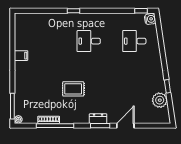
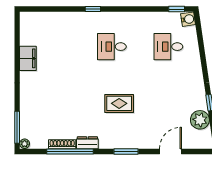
filing cabinet: (21, 56) -> (28, 58), width x2.00
rug: (73, 89) -> (119, 103), moved
dresser: (98, 119) -> (87, 143), moved
door: (125, 126) -> (170, 151), moved

